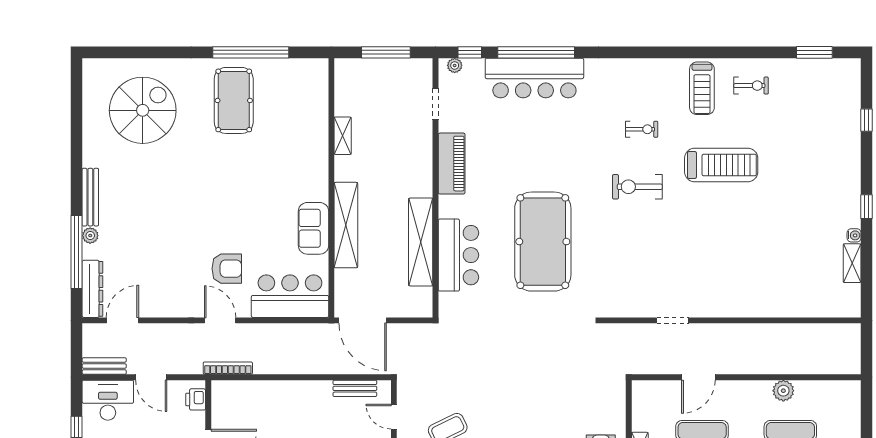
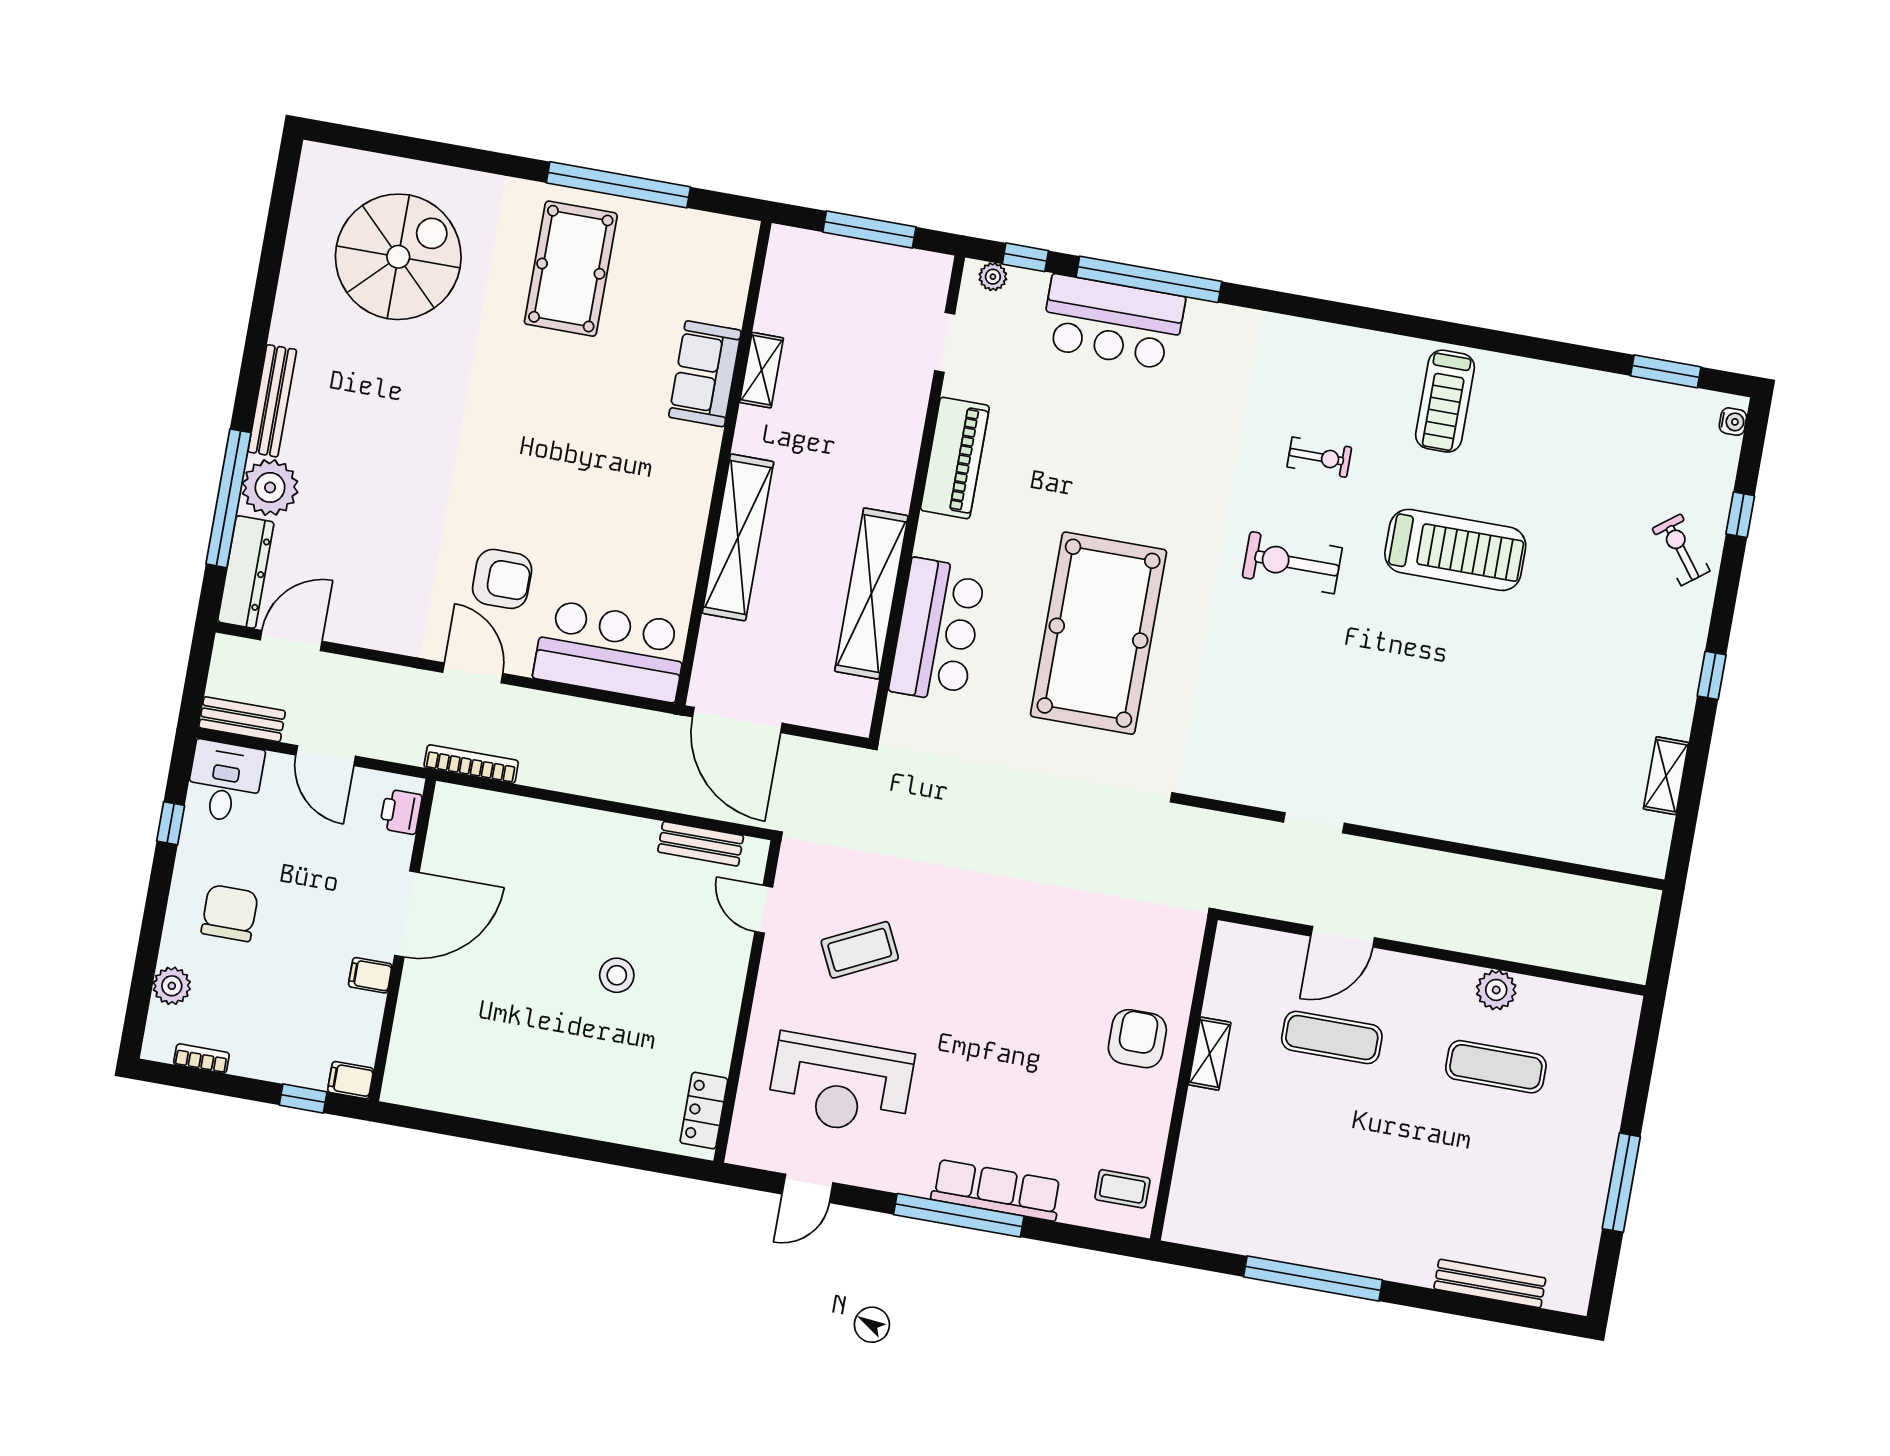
bar counter: (534, 78) -> (1113, 322), width x0.73
exercise bike: (751, 86) -> (1681, 550), moved, turned -127
sofa: (313, 228) -> (705, 374), moved
water cooler: (854, 235) -> (1733, 422), moved
plant: (90, 236) -> (270, 487), width x1.88, depth x1.88
desk: (108, 400) -> (225, 782), width x0.73

